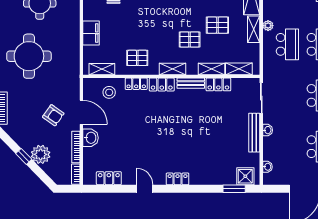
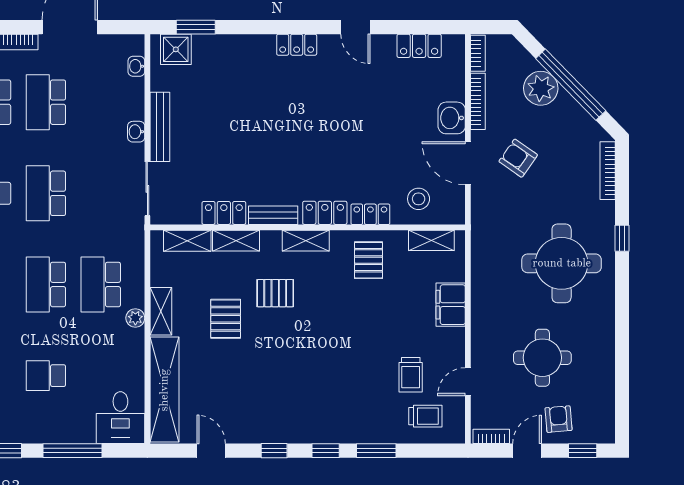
pallet: (217, 25) -> (226, 319), turned 90
pallet: (137, 58) -> (368, 260), turned 90
window: (24, 156) -> (571, 85), width x3.17

